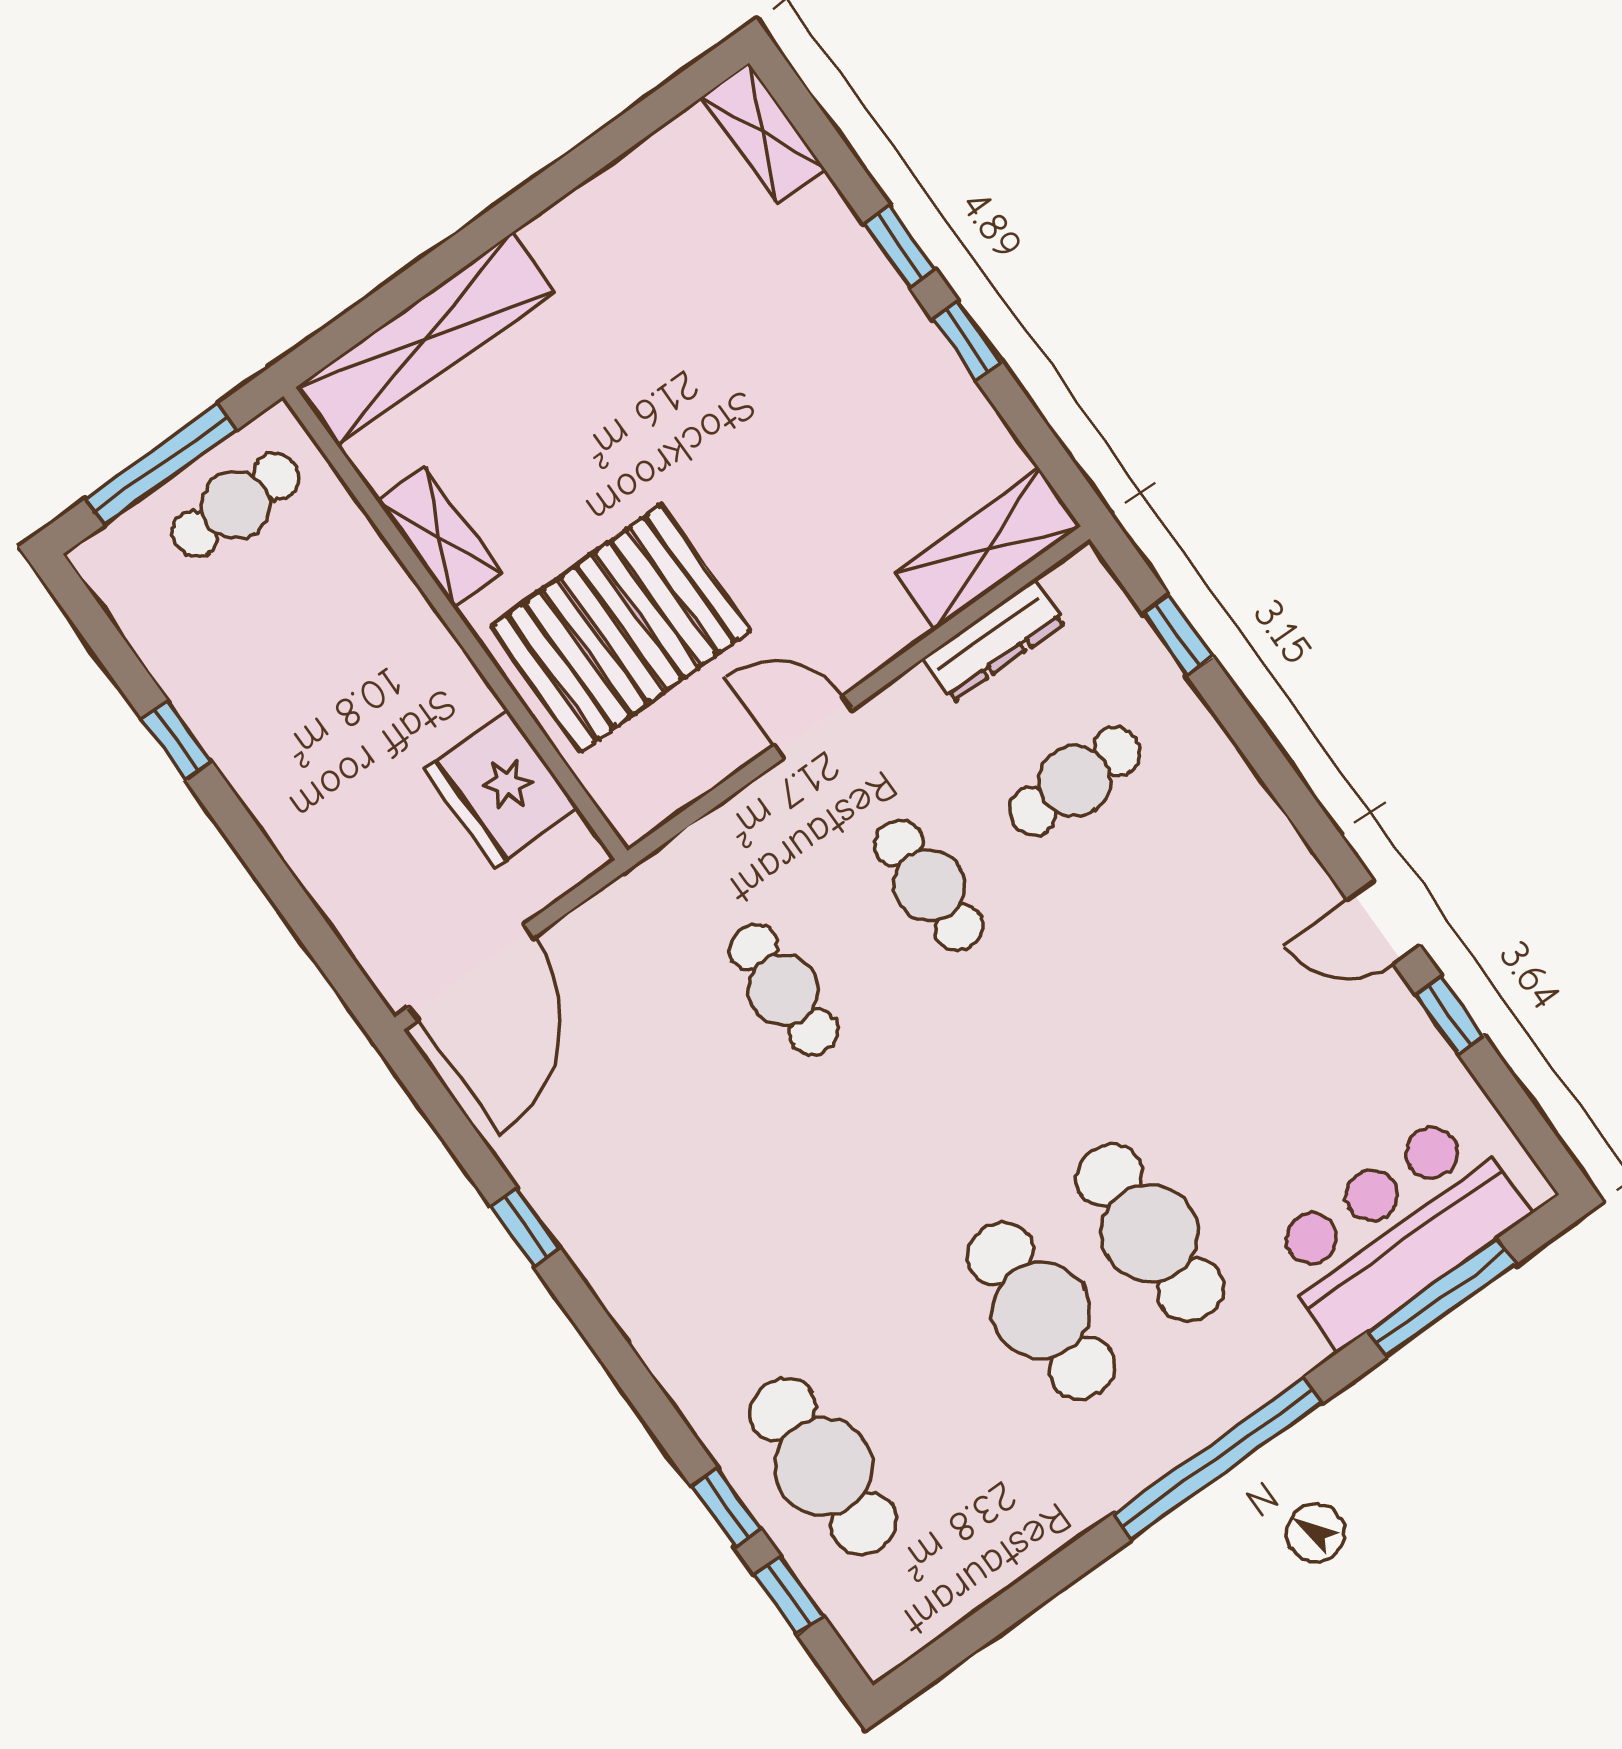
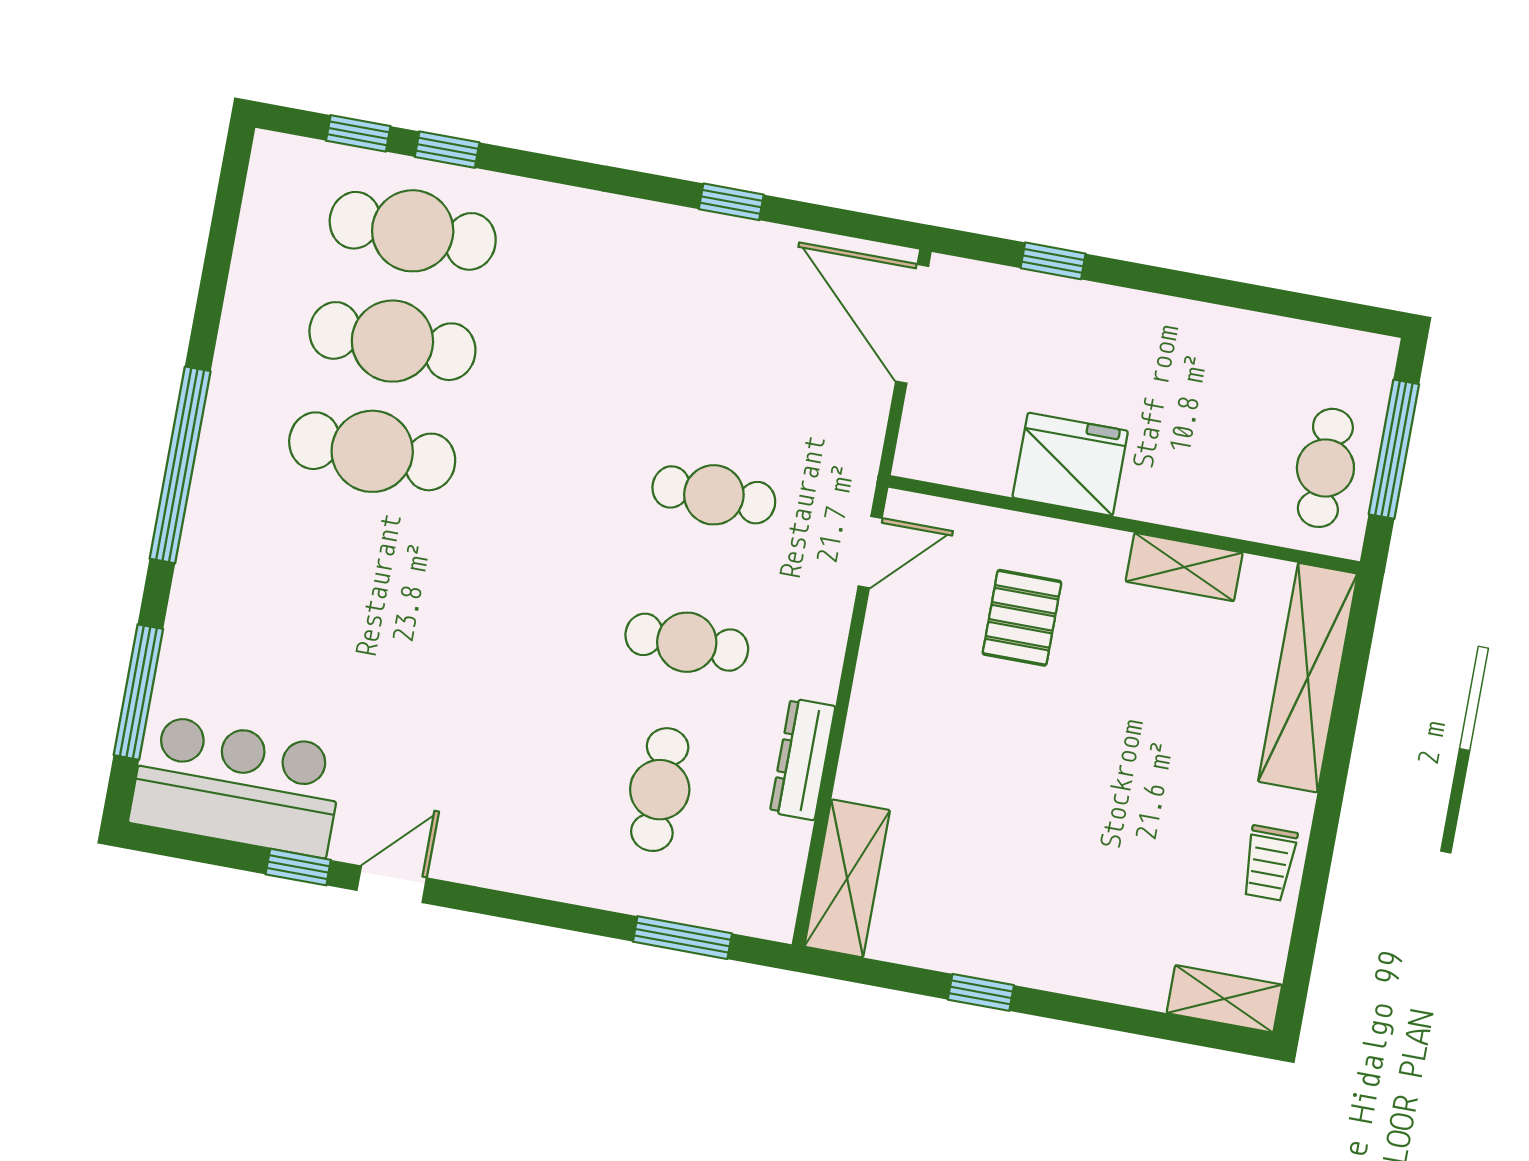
trolley: (612, 212) -> (1269, 863), added
window: (900, 246) -> (1076, 1010), removed
pallet: (621, 628) -> (1022, 618), width x0.49, depth x0.50
window: (1178, 635) -> (682, 938), width x1.50
dresser: (994, 641) -> (803, 759), moved
door: (813, 727) -> (870, 552), moved
window: (177, 740) -> (1053, 261), moved
fridge: (501, 789) -> (1070, 464), moved
bar counter: (1396, 1229) -> (237, 786), moved, turned -90
cafe table: (1150, 1233) -> (392, 341), moved

